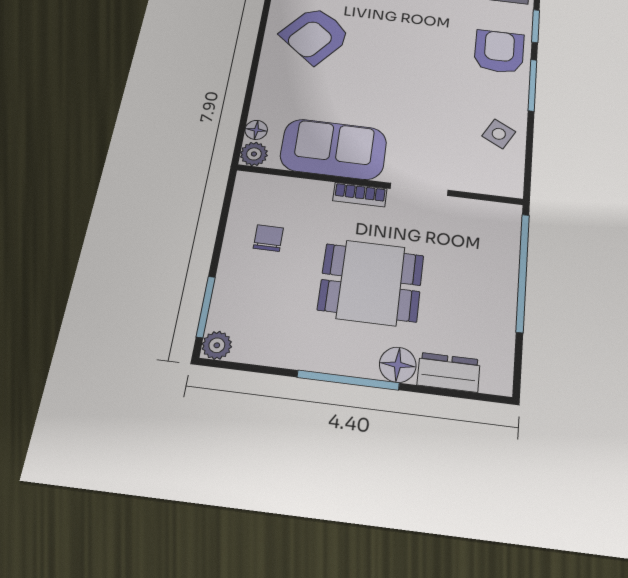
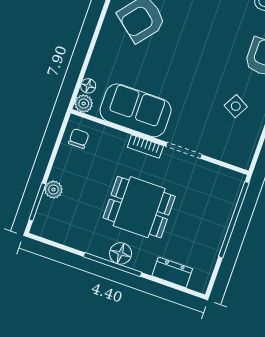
side table: (499, 134) -> (236, 106), moved
chair: (268, 238) -> (79, 139), moved
plant: (217, 345) -> (53, 190), moved
floor lamp: (398, 365) -> (121, 253), moved

